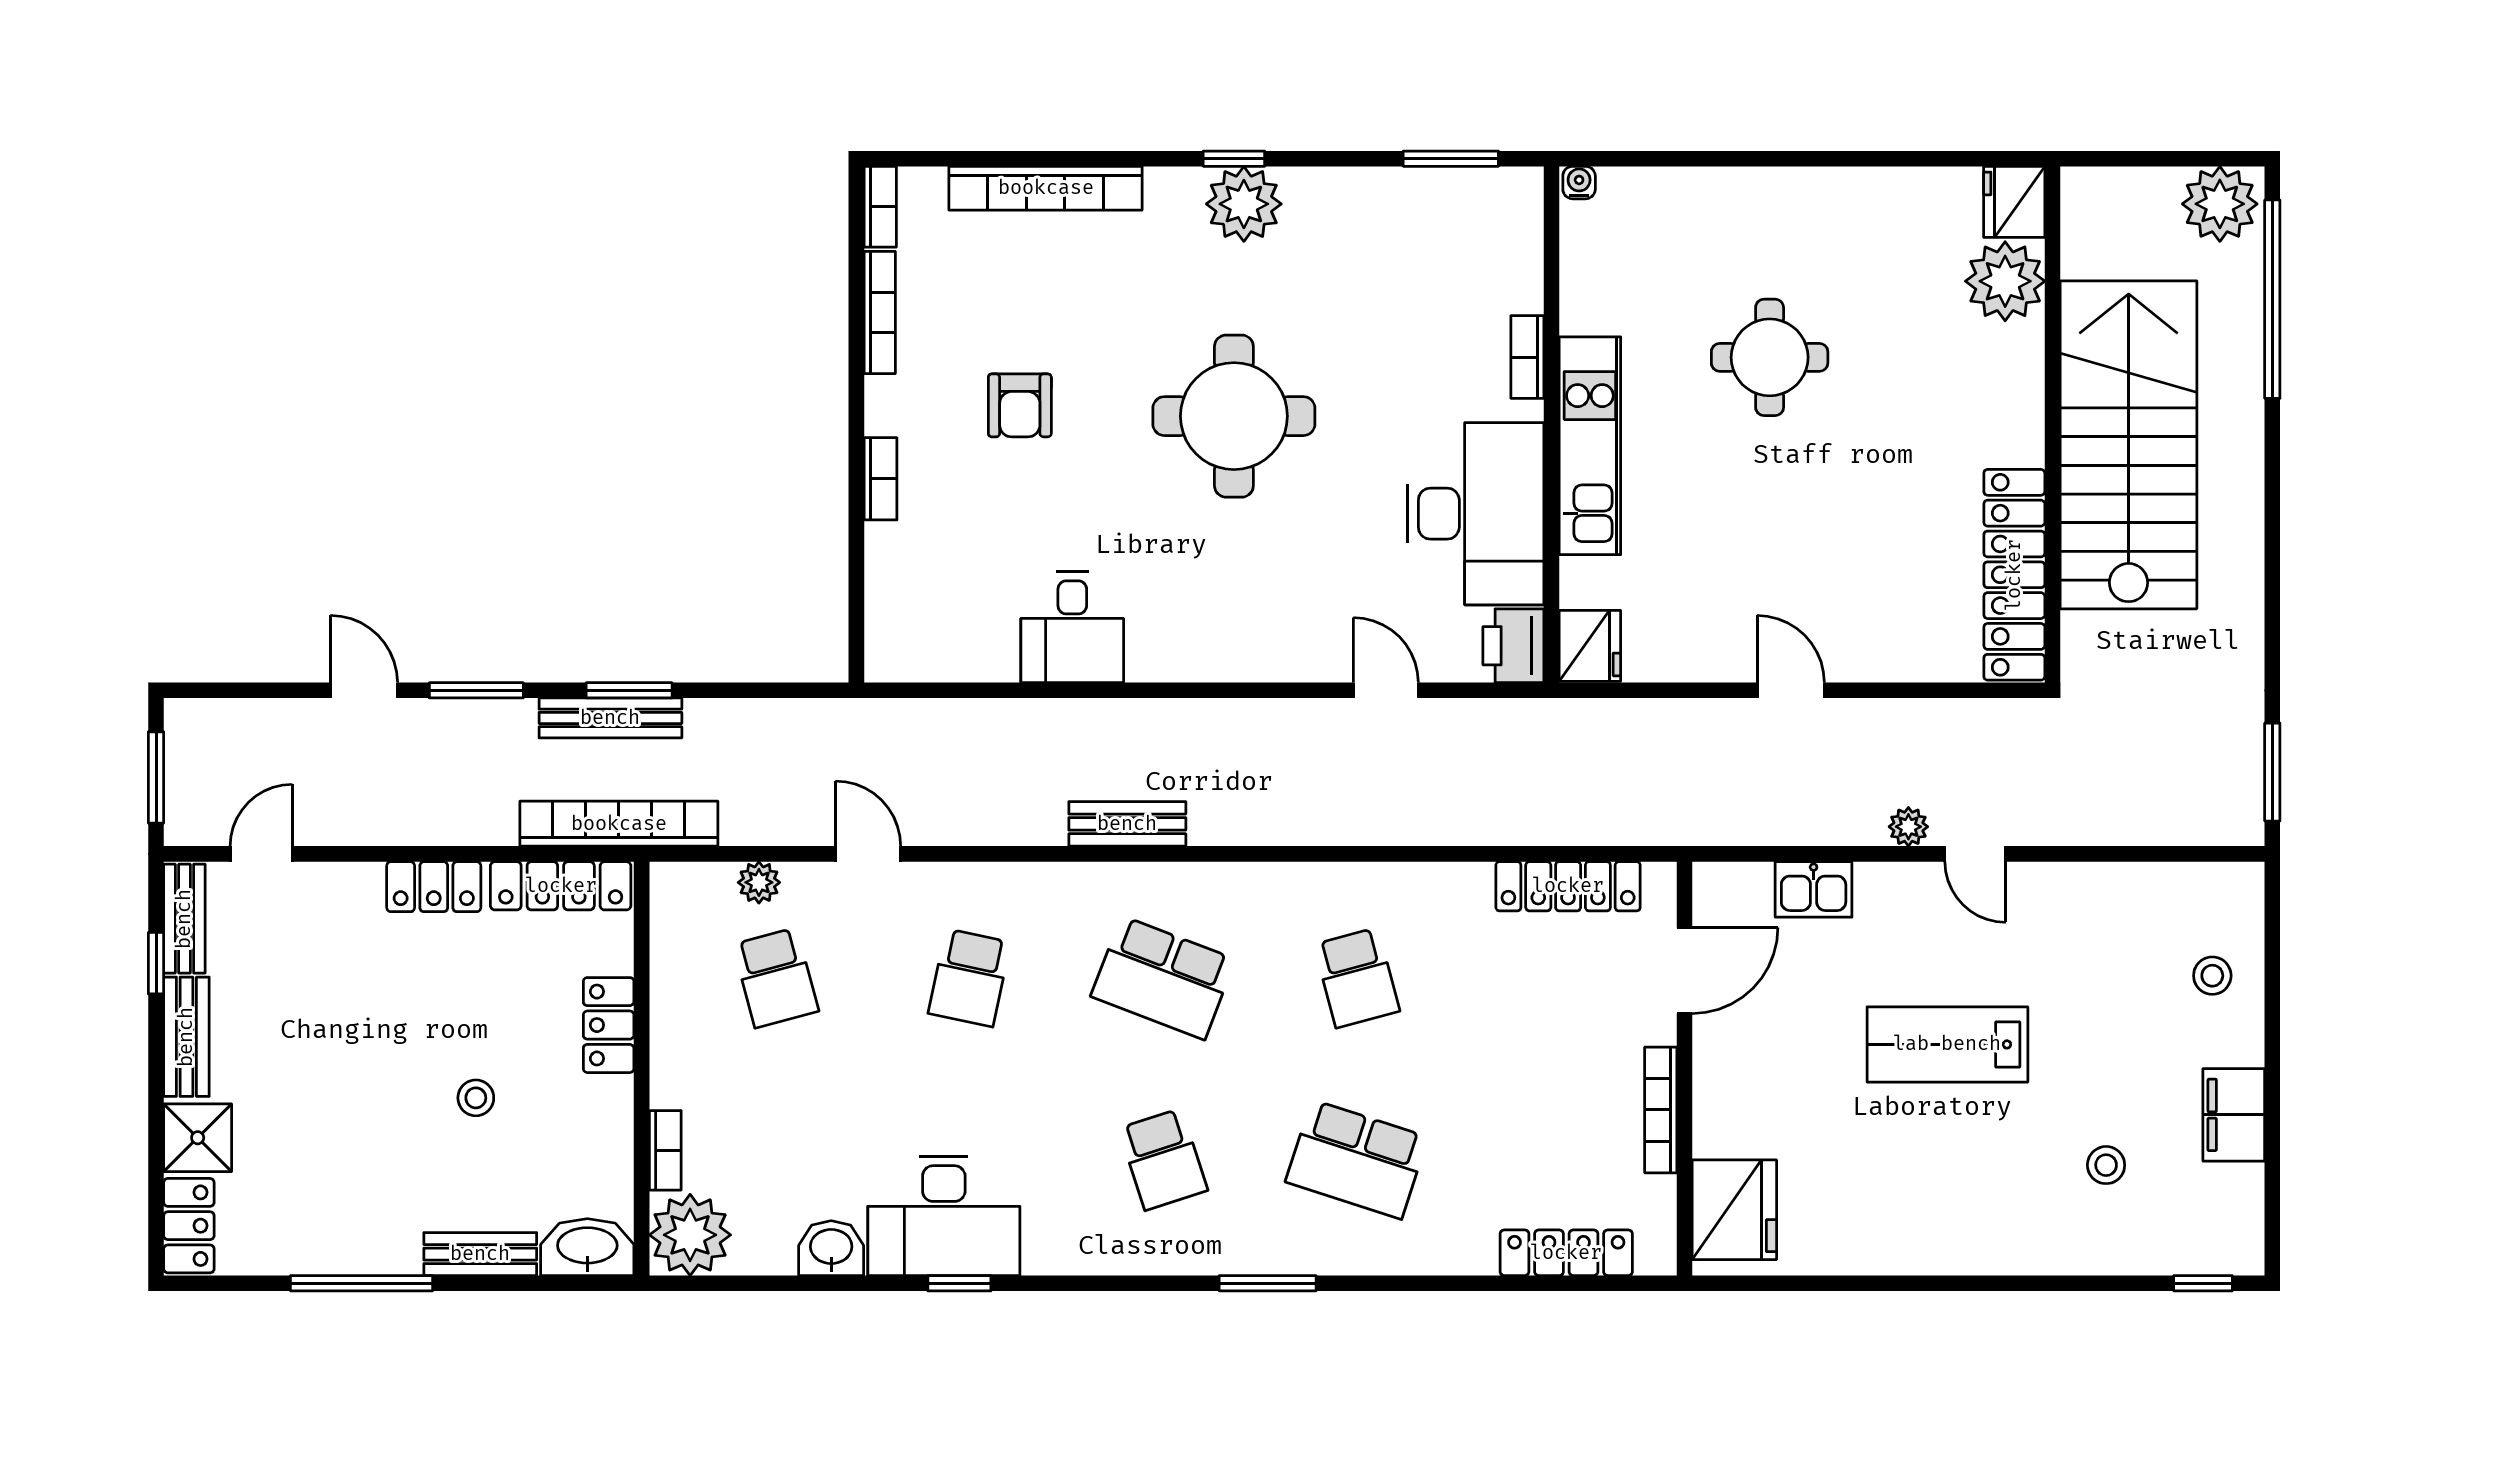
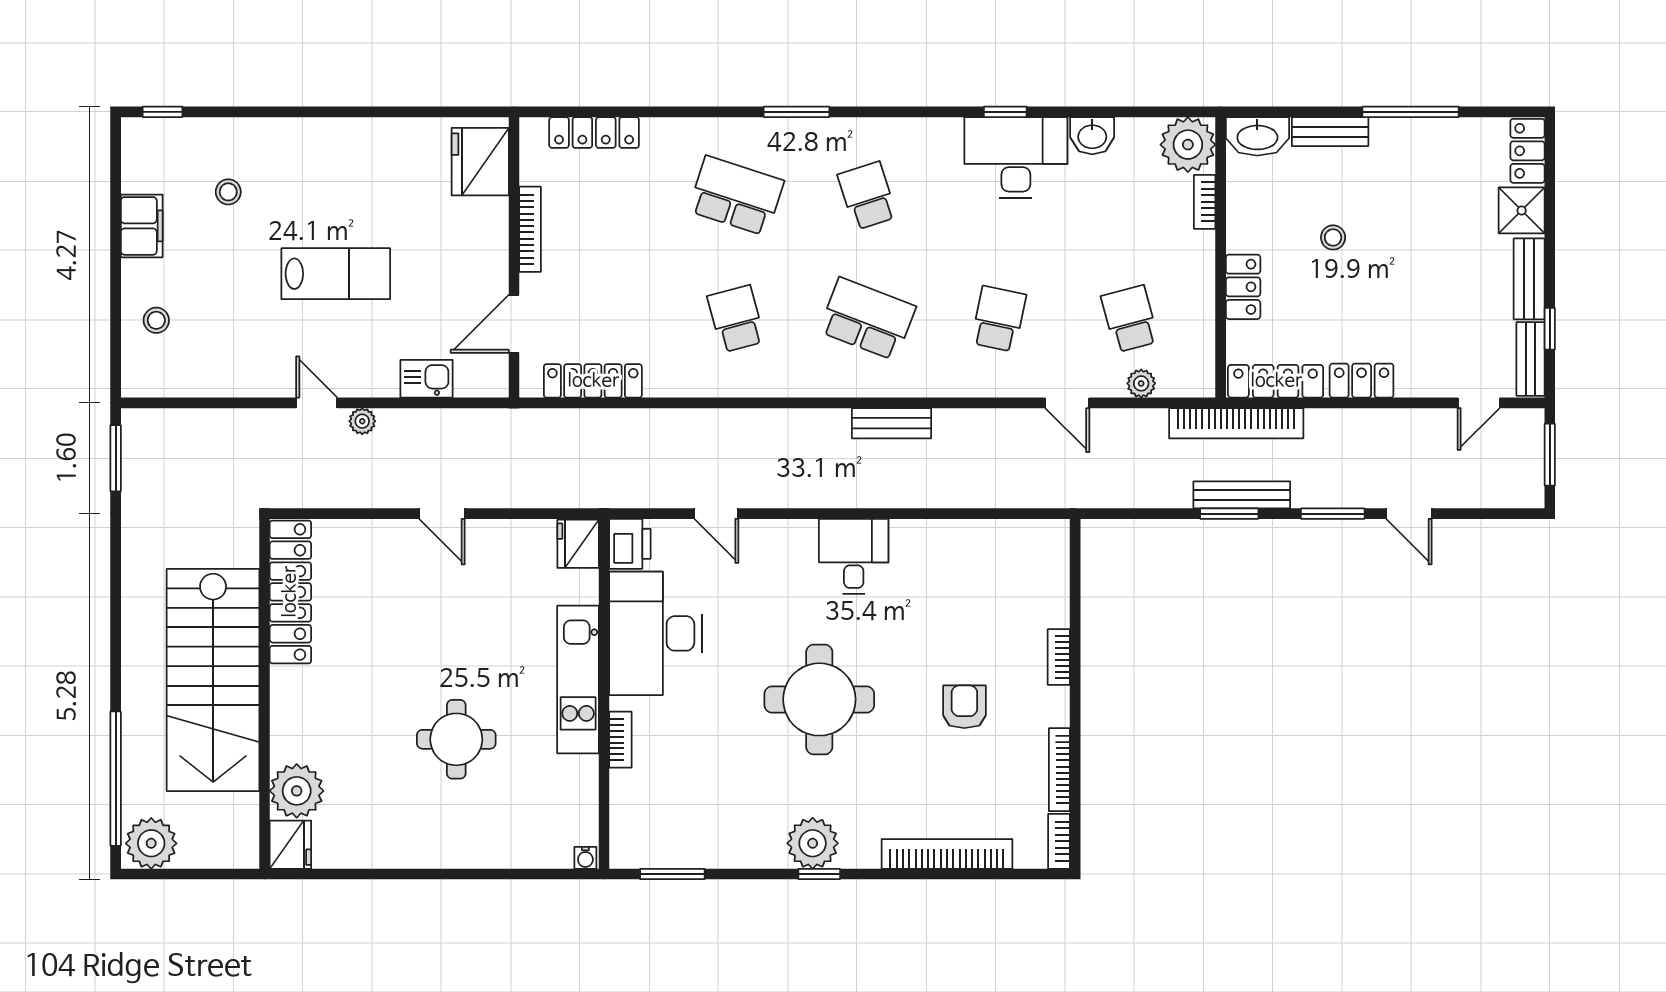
desk: (1072, 627) -> (854, 556), moved

